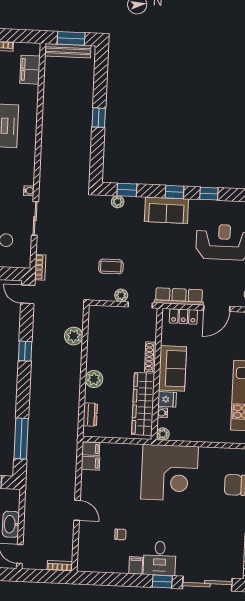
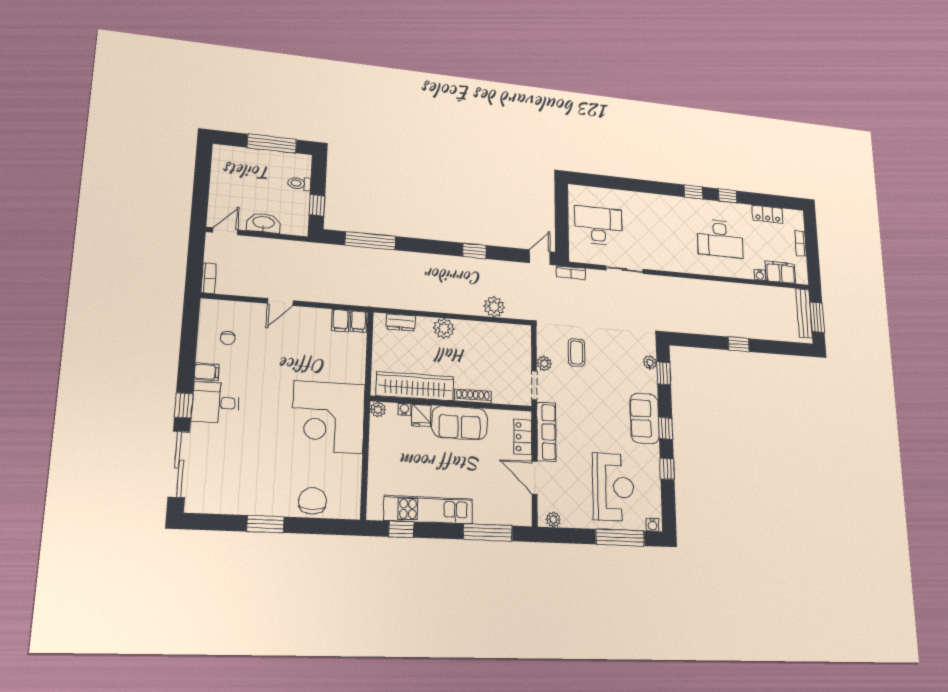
water cooler: (29, 191) -> (760, 275), moved
chair: (120, 534) -> (228, 338), moved

